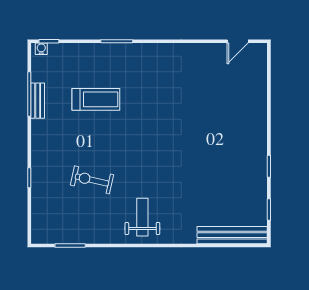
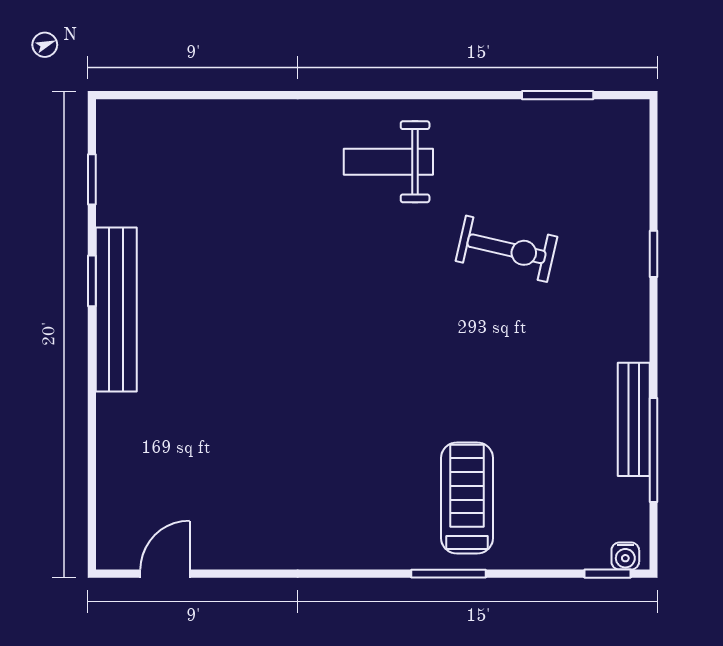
treadmill: (96, 99) -> (467, 498), moved, turned 90
bench: (38, 101) -> (634, 419), width x1.36
weight bench: (142, 217) -> (388, 162), turned 90
bench: (232, 235) -> (116, 309), moved, turned 90

